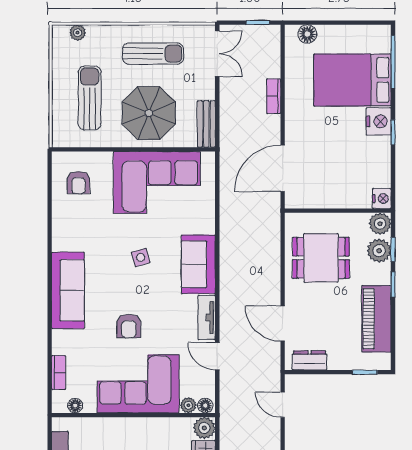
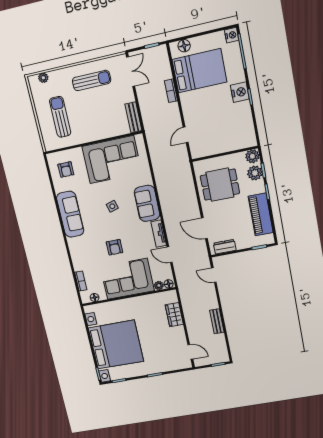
bed: (352, 80) -> (199, 71), moved, turned 180
parasol: (149, 113) -> (97, 118), removed
door: (283, 168) -> (186, 135), width x0.53
nightstand: (382, 199) -> (232, 35), moved
sofa: (68, 290) -> (70, 214), moved
plant: (204, 428) -> (171, 297), removed

